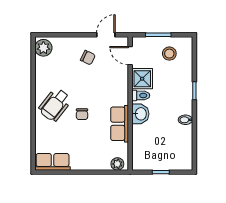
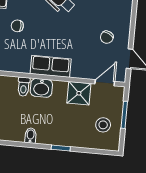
toilet: (141, 95) -> (24, 87), moved
chair: (82, 114) -> (17, 26), moved
row of seats: (120, 124) -> (51, 66), moved

